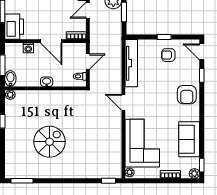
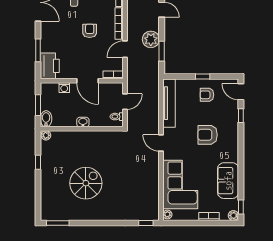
armchair: (187, 95) -> (208, 135), moved, turned 90

